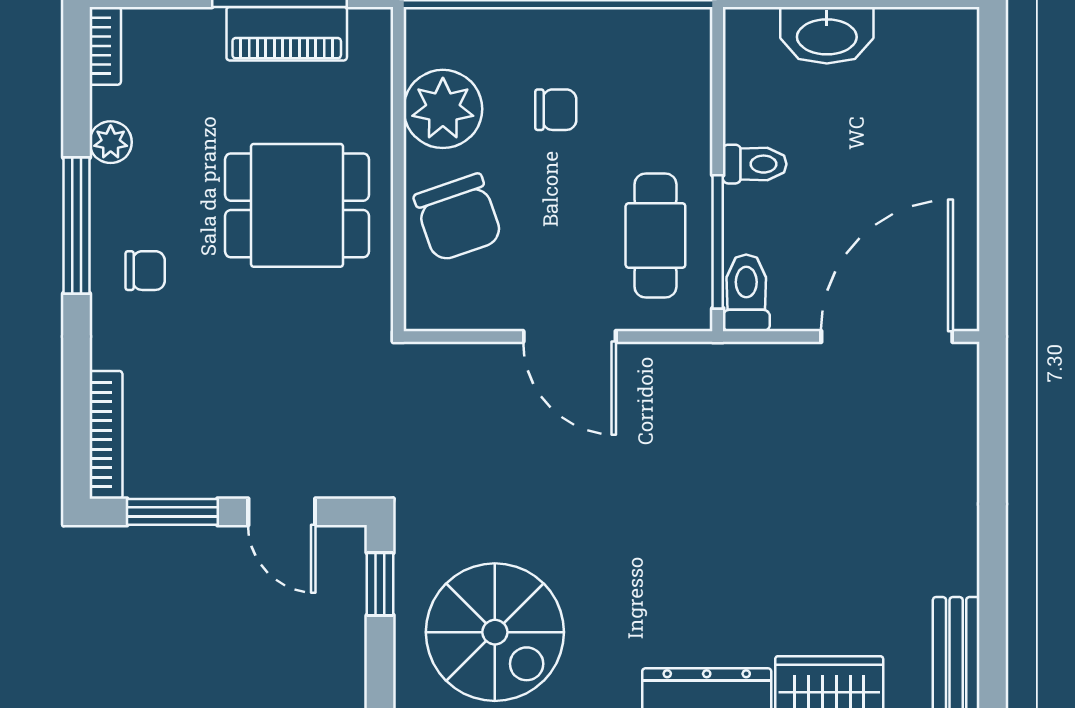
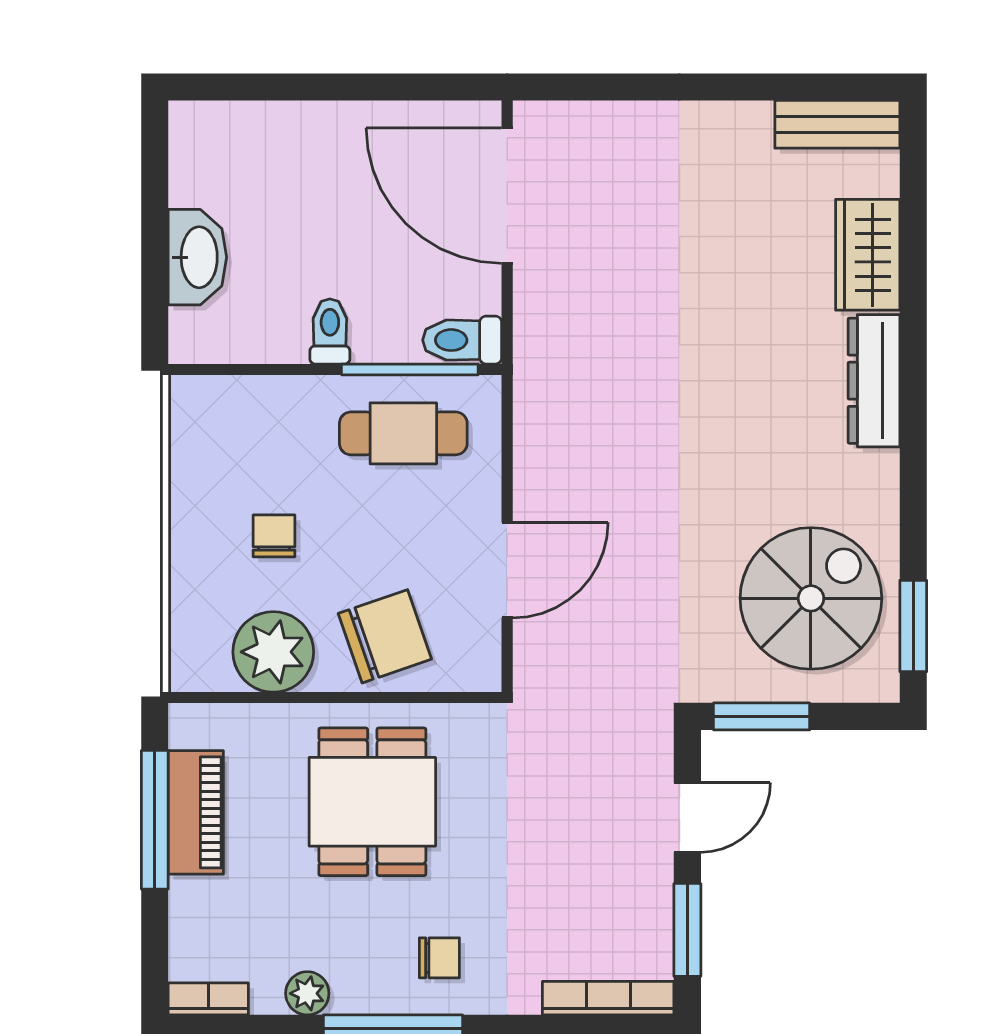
chair: (145, 271) -> (439, 958), turned 90
door: (570, 337) -> (507, 570), moved
window: (380, 584) -> (762, 716), width x1.50

